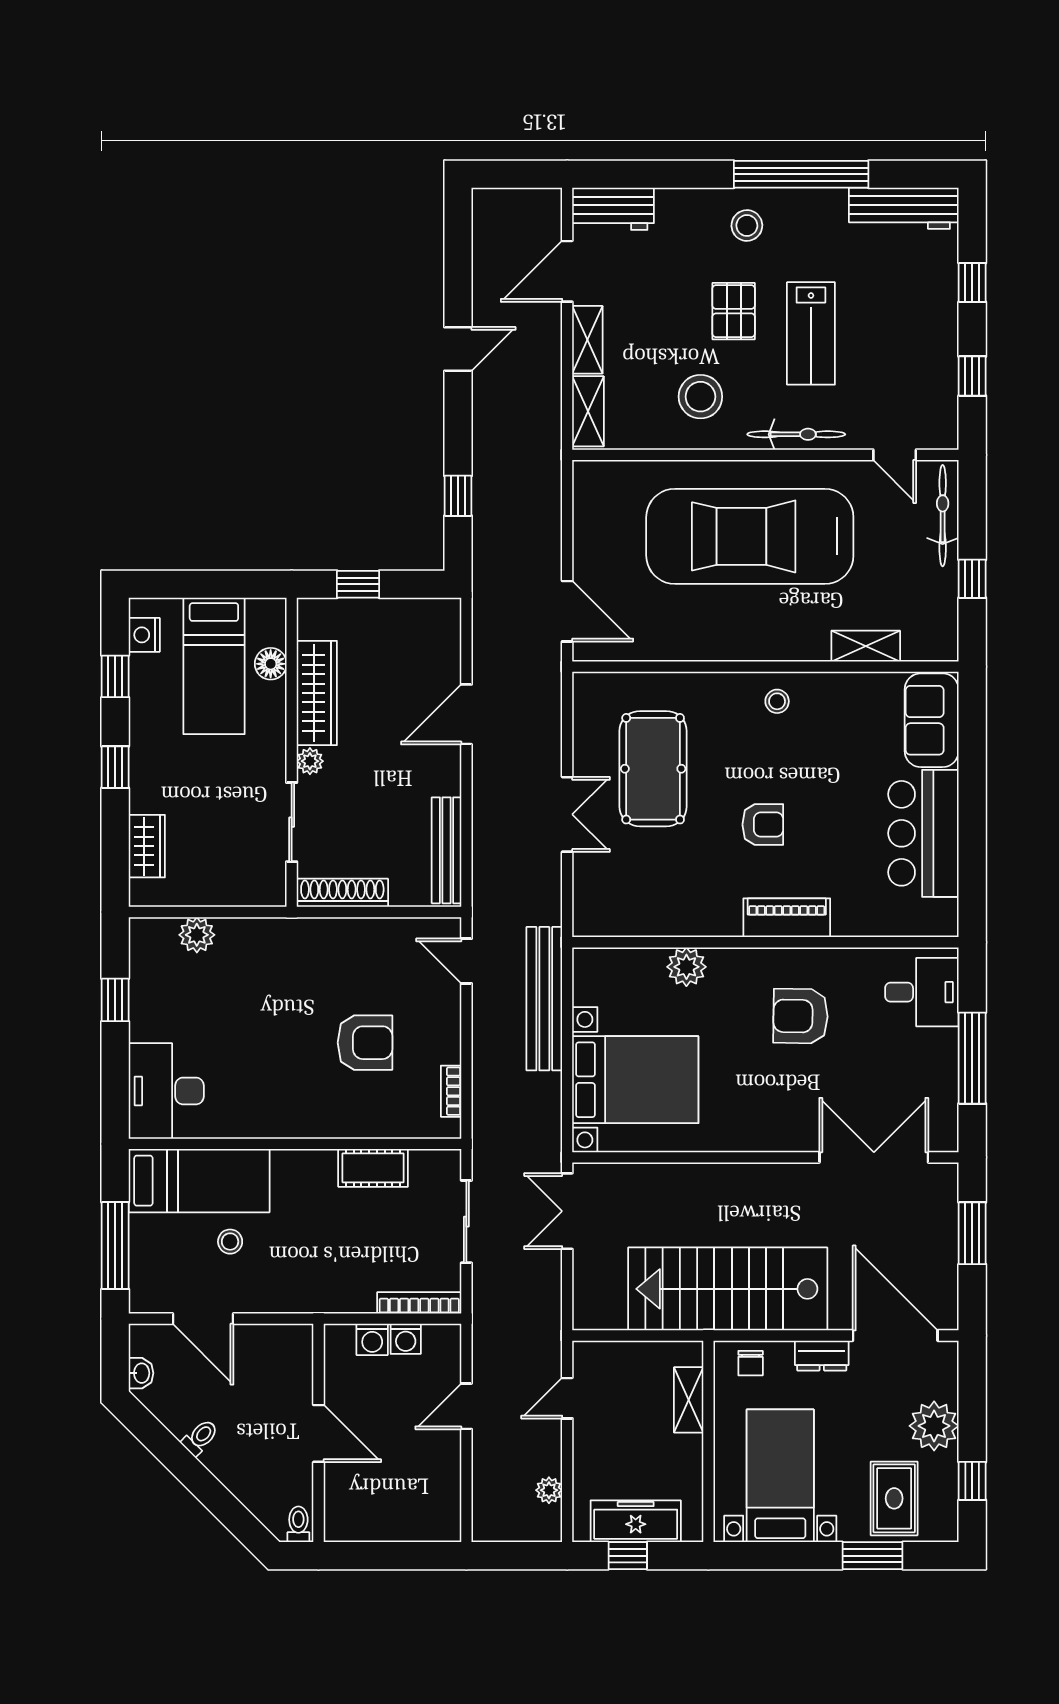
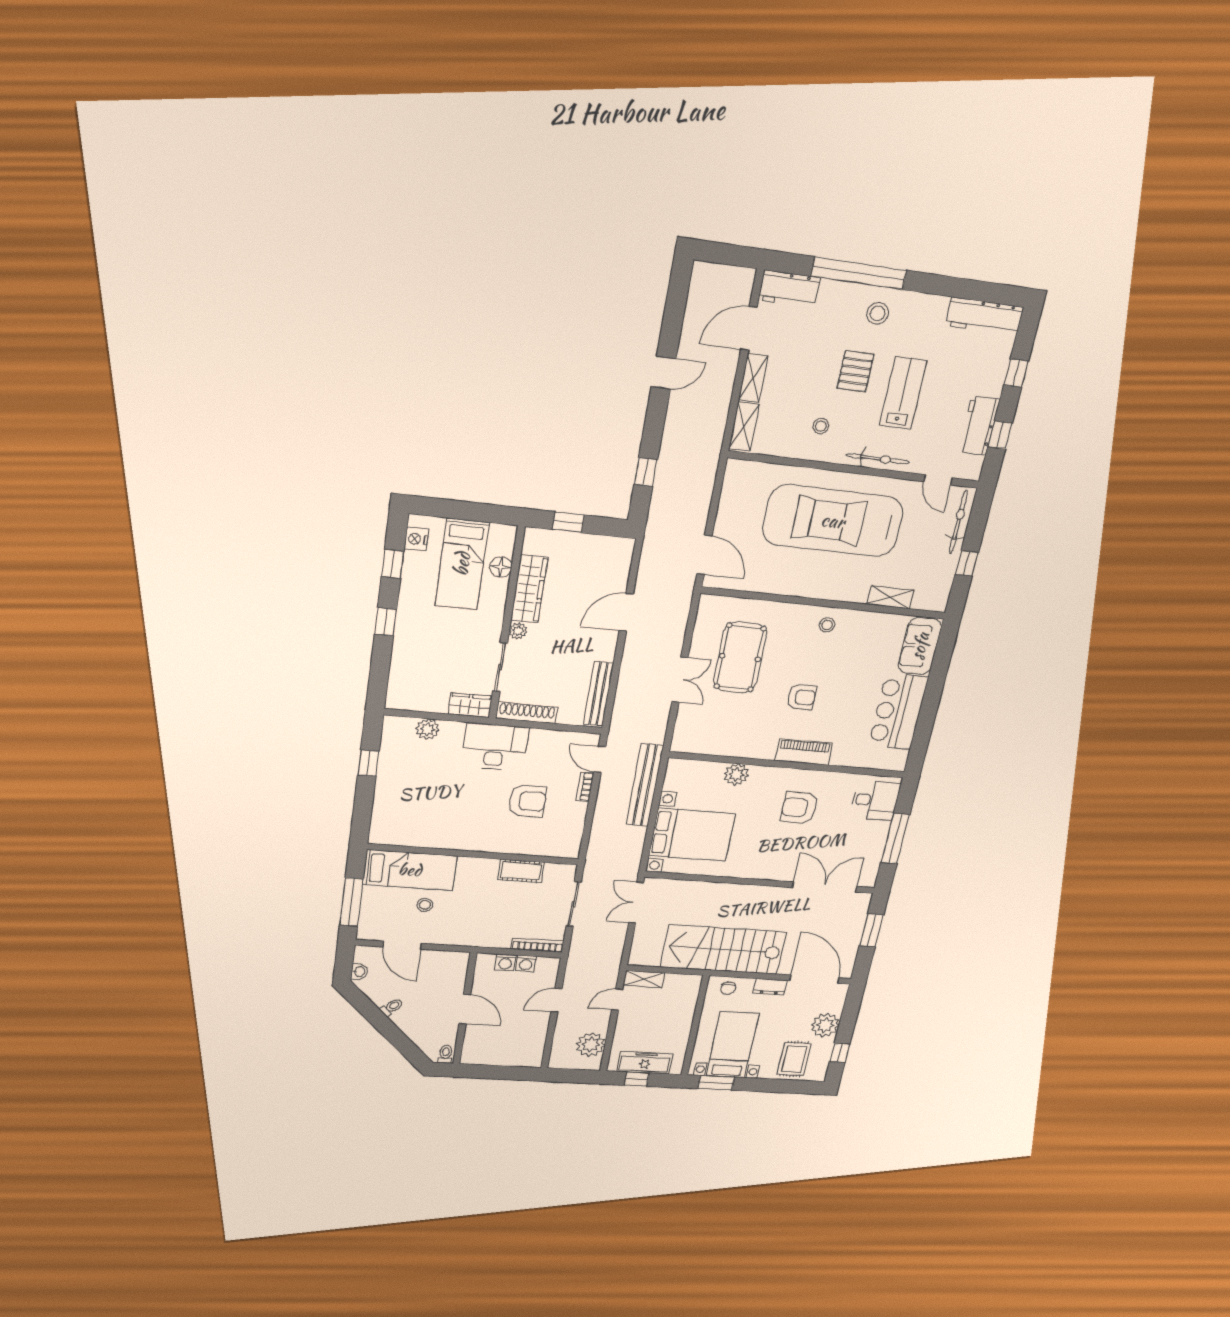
window: (801, 174) -> (859, 273), moved
lab bench: (811, 333) -> (903, 393), turned 180
workbench: (937, 366) -> (979, 426), added
stool: (700, 397) -> (821, 426), width x0.53, depth x0.53
wardrobe: (147, 846) -> (470, 705), moved, turned -90
desk: (166, 1091) -> (495, 747), moved, turned 90
bookcase: (451, 1091) -> (585, 787), moved
shelving: (689, 1400) -> (644, 979), moved, turned 90
plant: (549, 1490) -> (591, 1045), width x1.87, depth x1.87
window: (872, 1556) -> (716, 1083), moved

